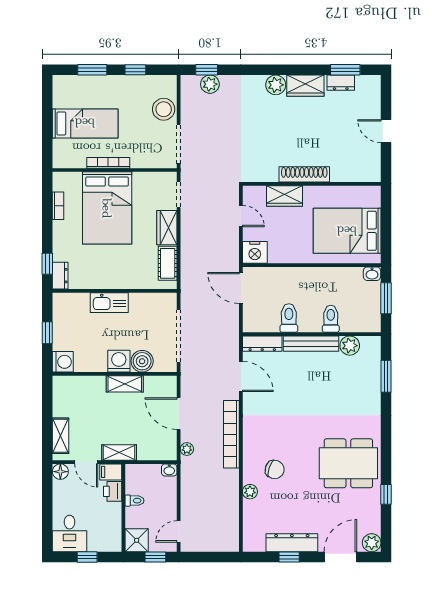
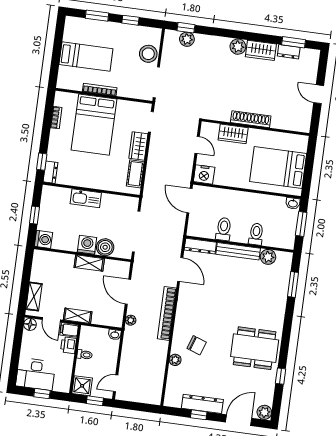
desk: (70, 533) -> (36, 374), width x1.37

